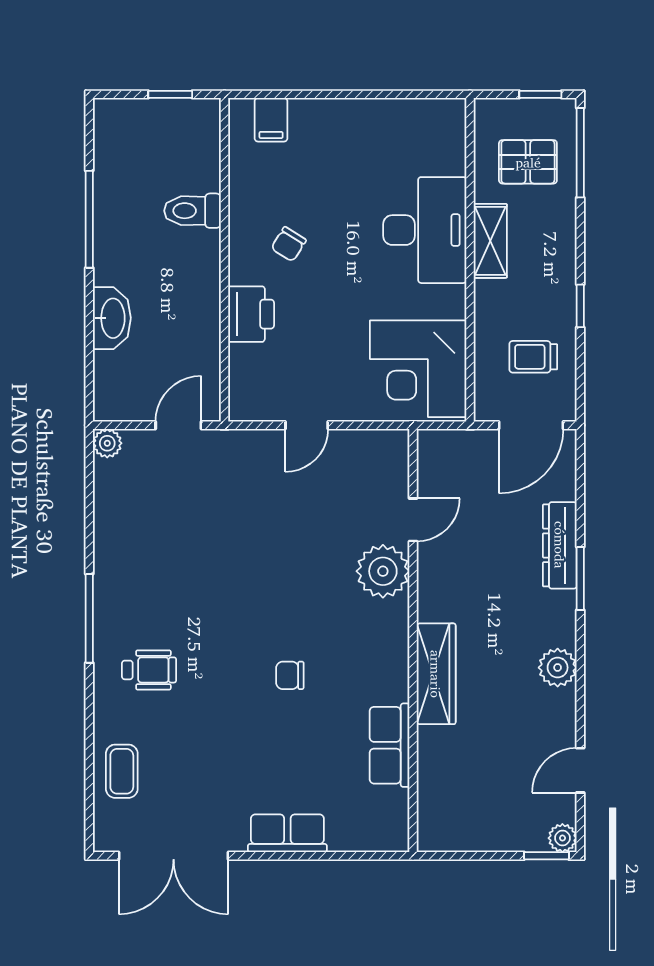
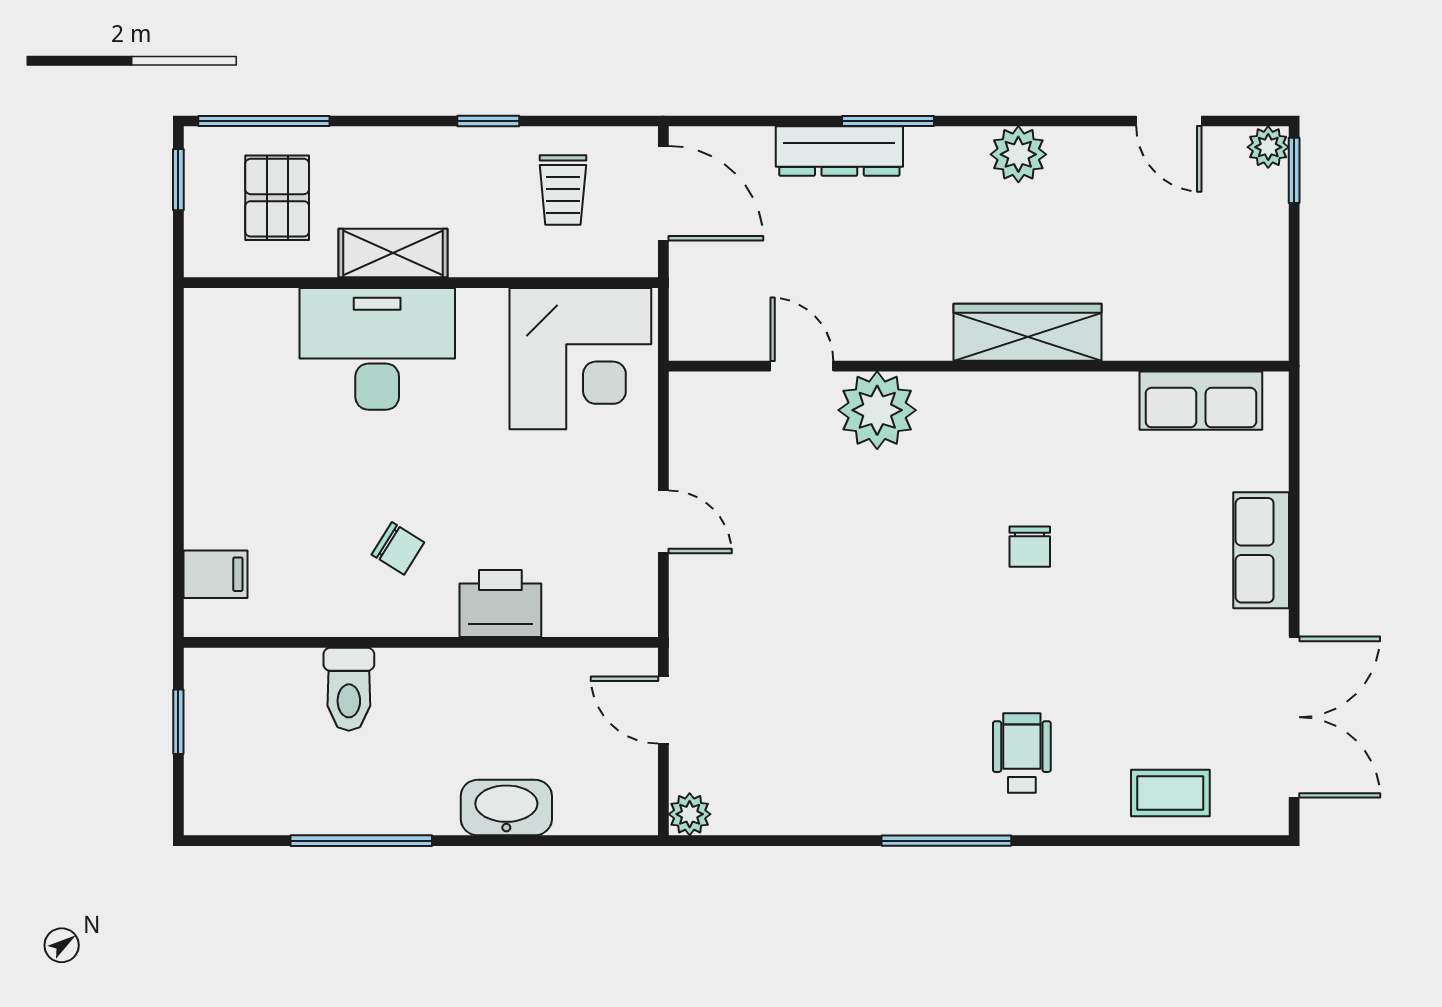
row of seats: (390, 745) -> (1201, 401), moved

